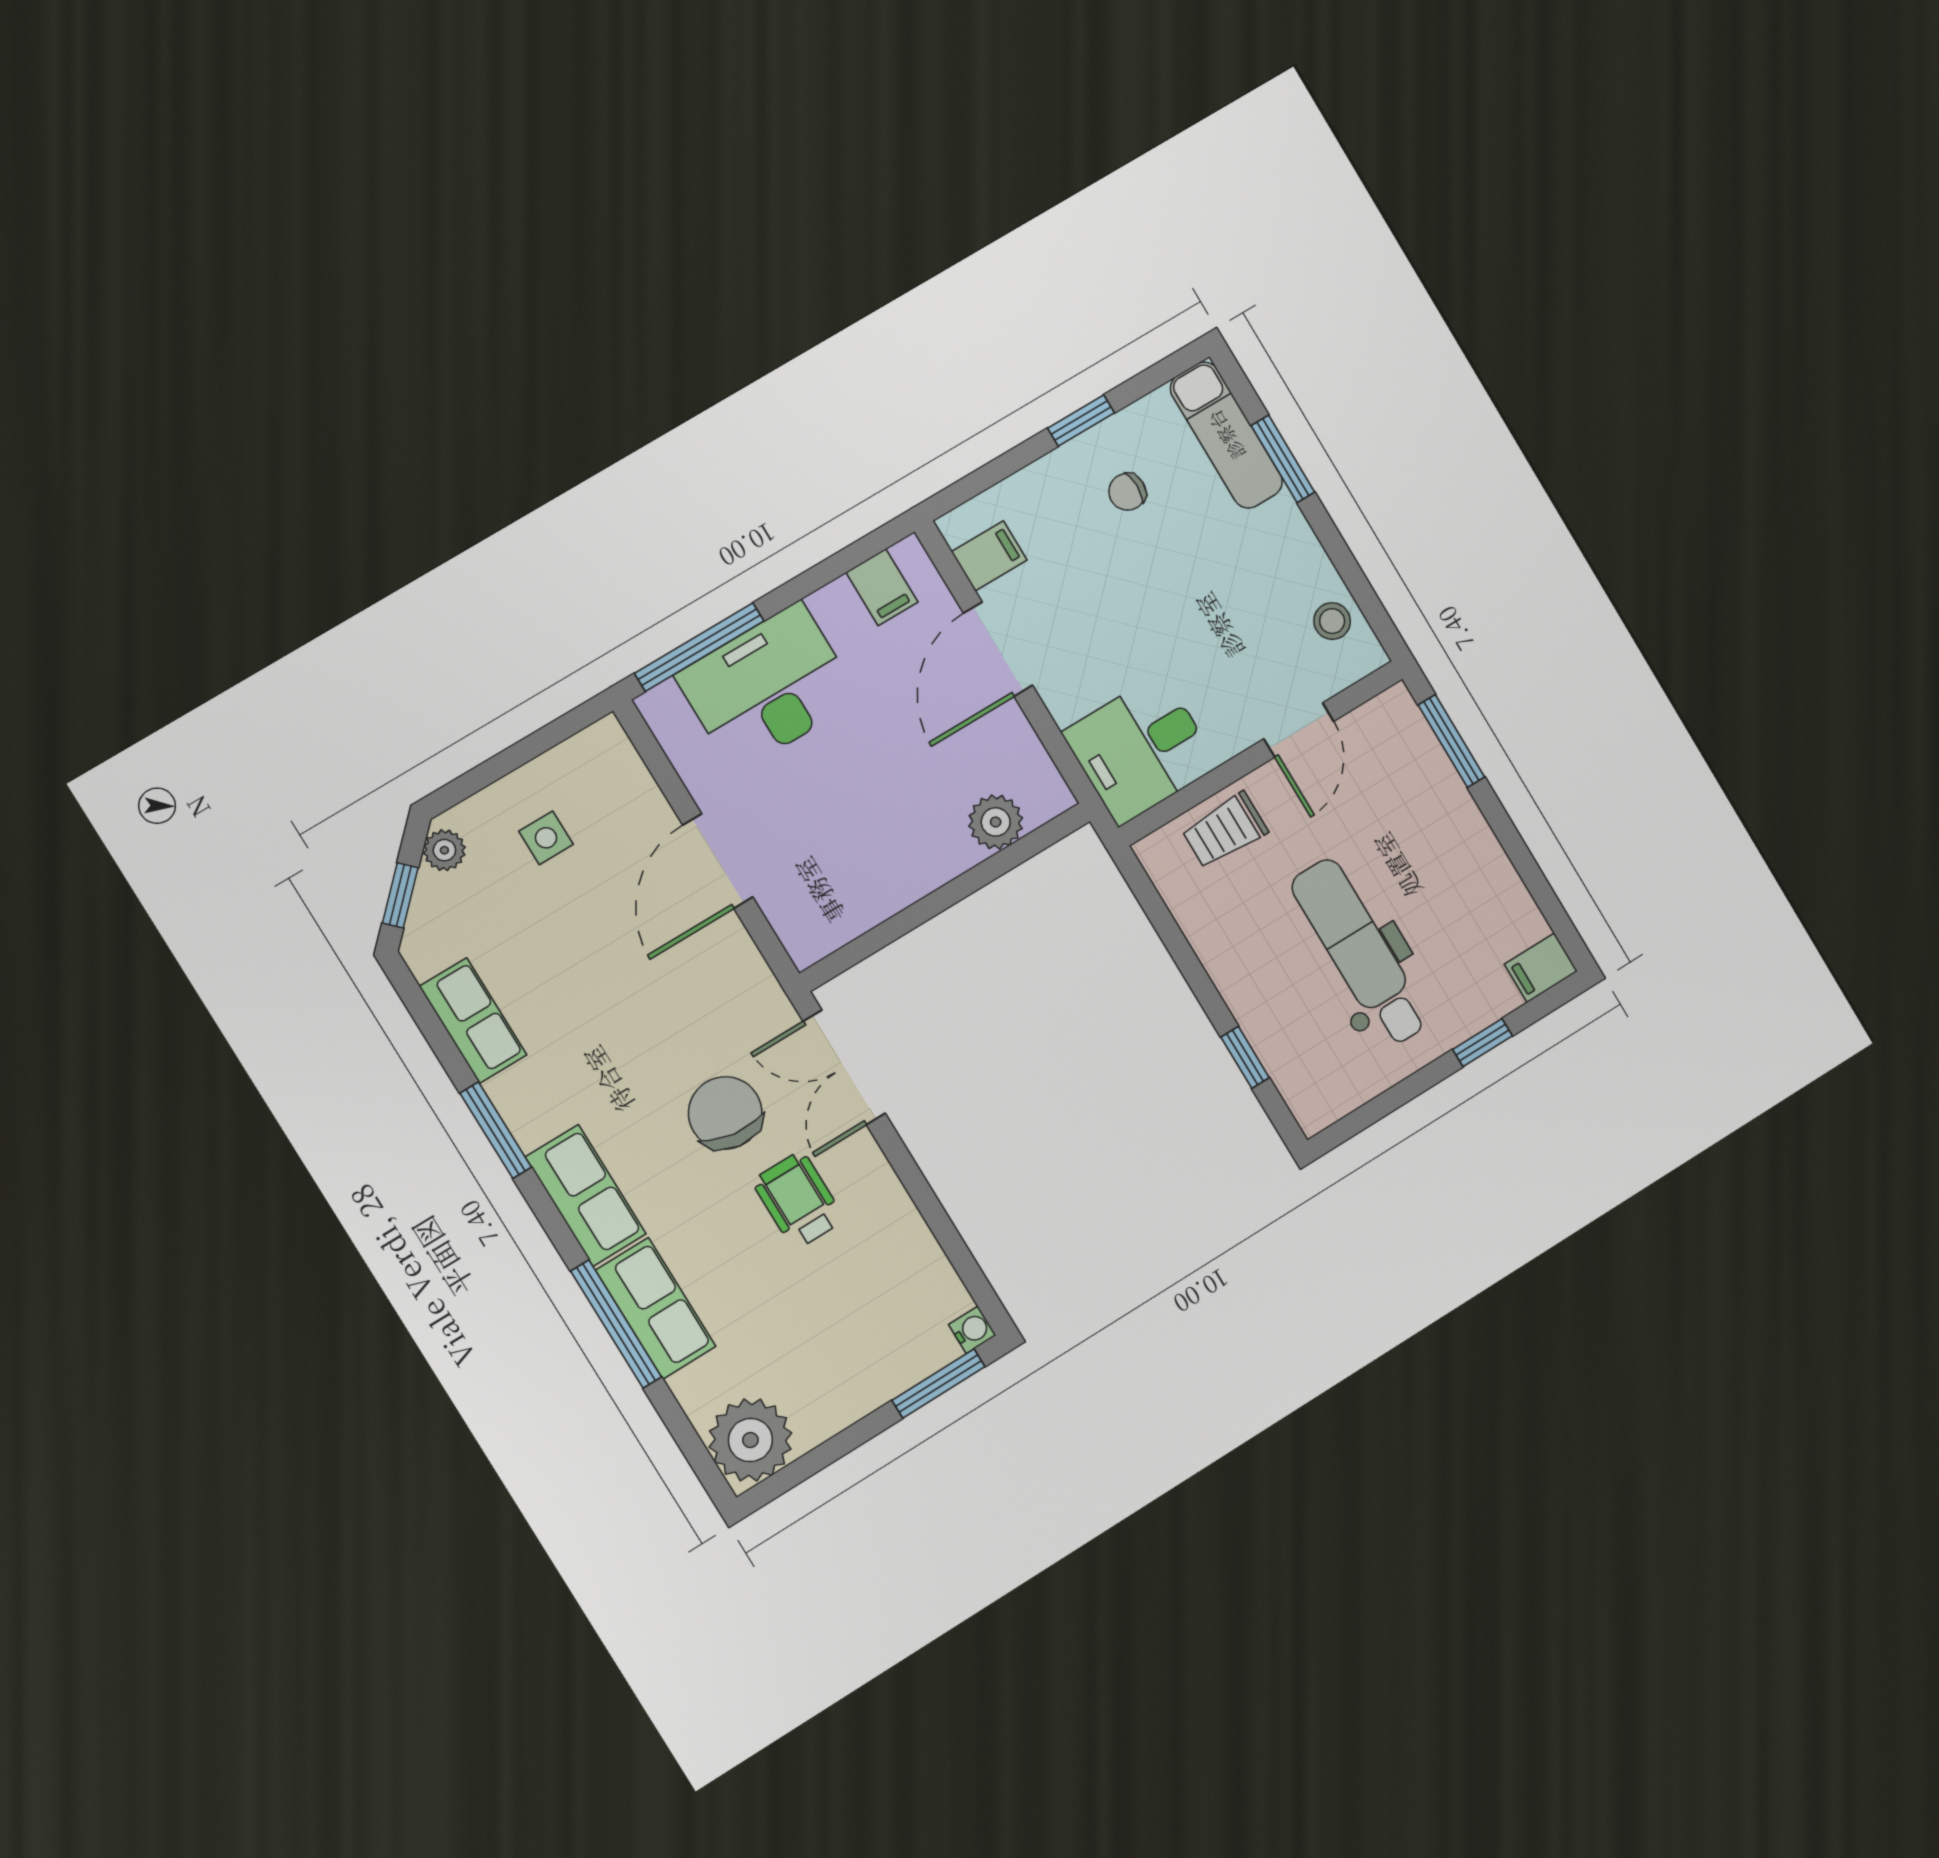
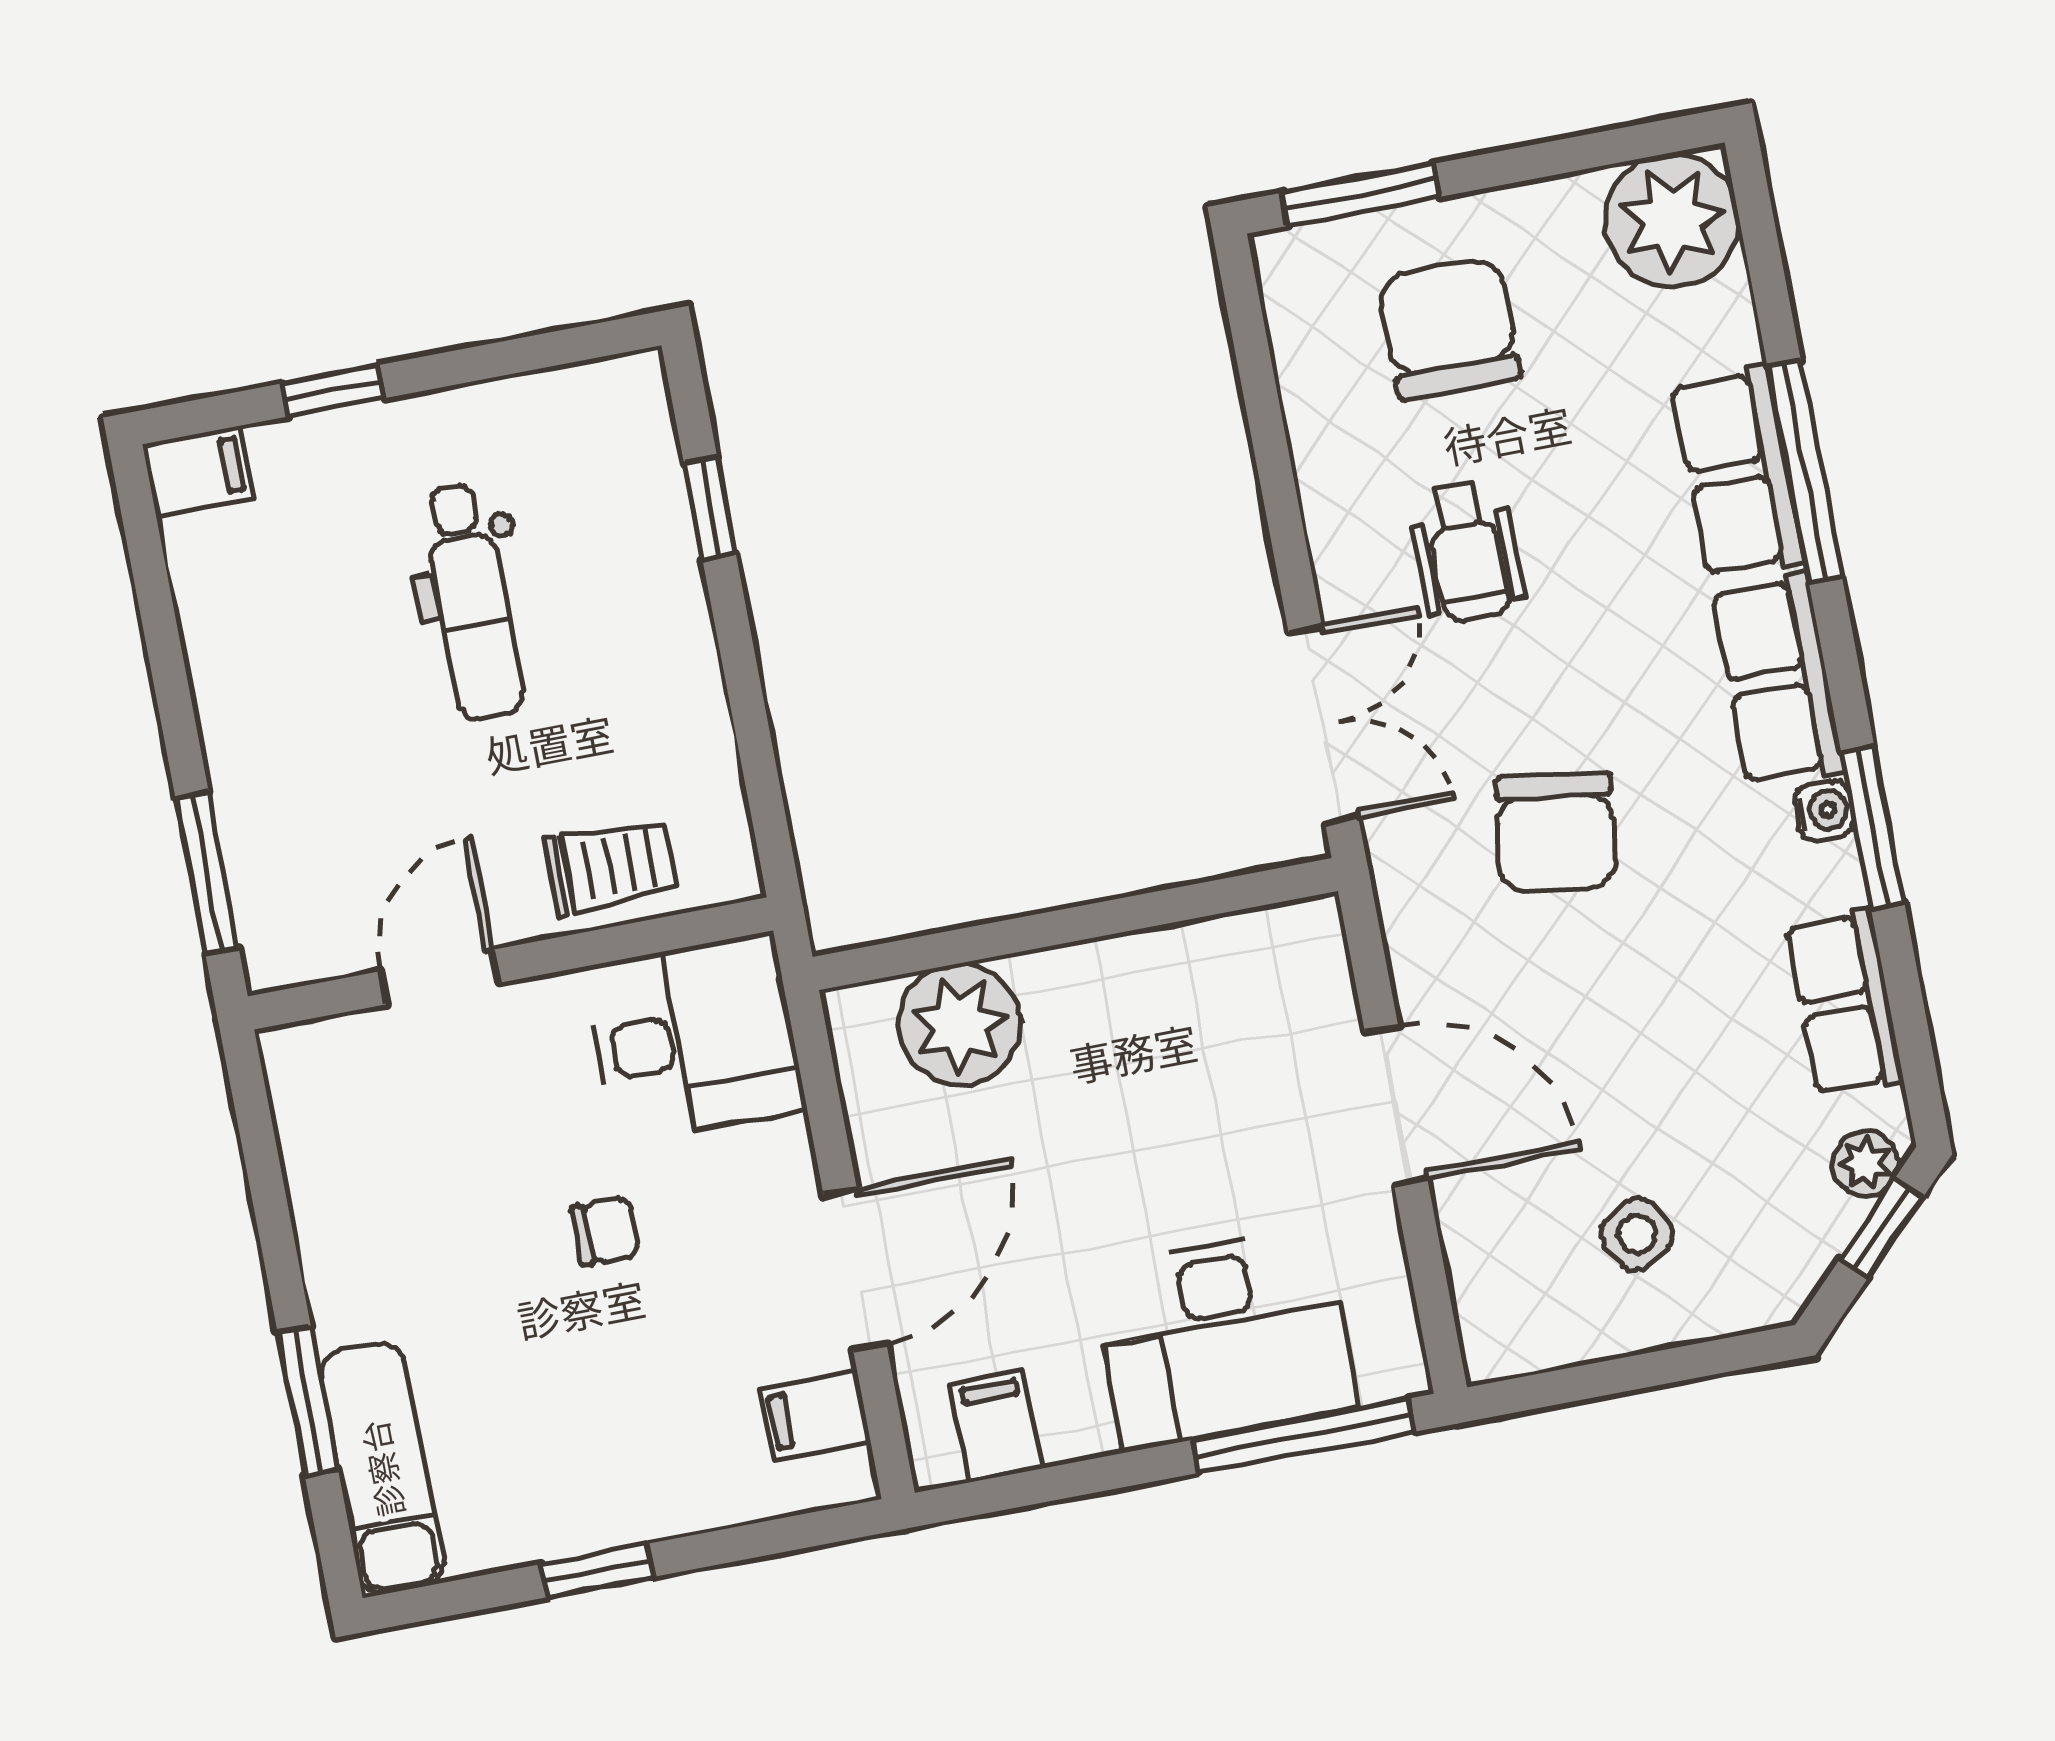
chair: (1127, 492) -> (605, 1231), moved
stool: (1332, 621) -> (324, 1125), removed
plant: (996, 822) -> (960, 1025), width x1.36, depth x1.36
side table: (546, 838) -> (1637, 1234), turned -31
plant: (444, 850) -> (1865, 1164), moved
door: (718, 861) -> (1396, 1105), hinge flipped
dental chair: (1360, 952) -> (472, 602), width x0.73, depth x0.72
chair: (725, 1113) -> (1556, 832), moved
chair: (857, 1326) -> (1449, 328), added
water cooler: (972, 1330) -> (1824, 811), moved, turned 180

